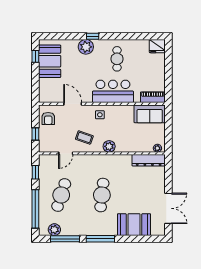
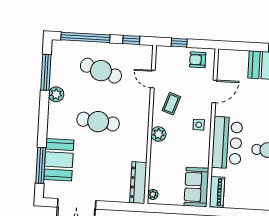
plant: (54, 230) -> (56, 94), moved
window: (100, 239) -> (41, 165), moved

